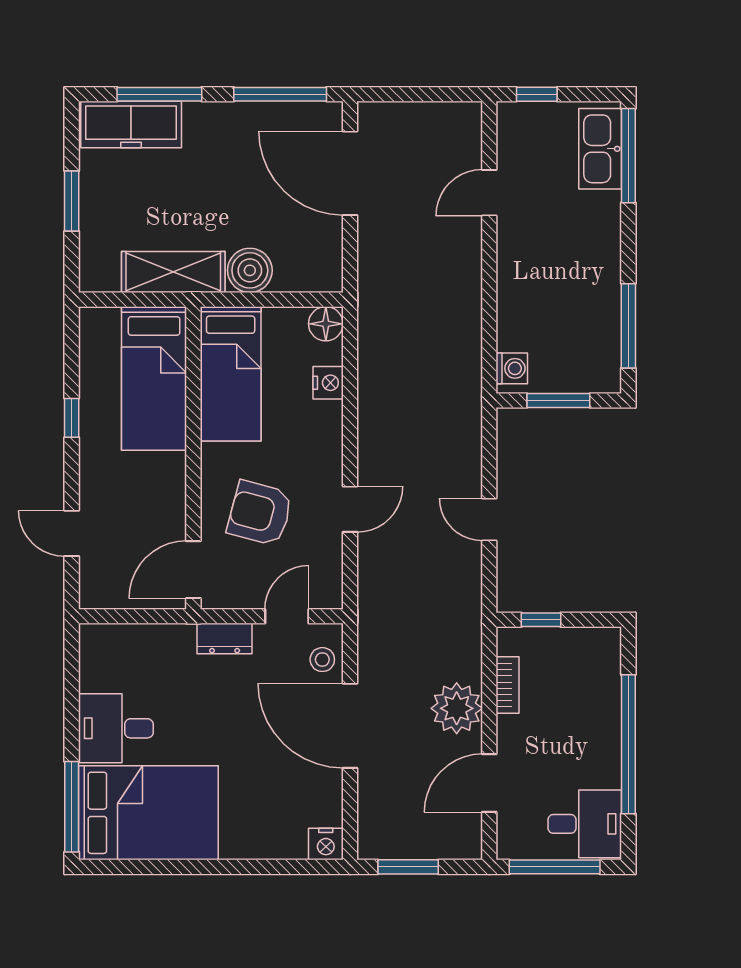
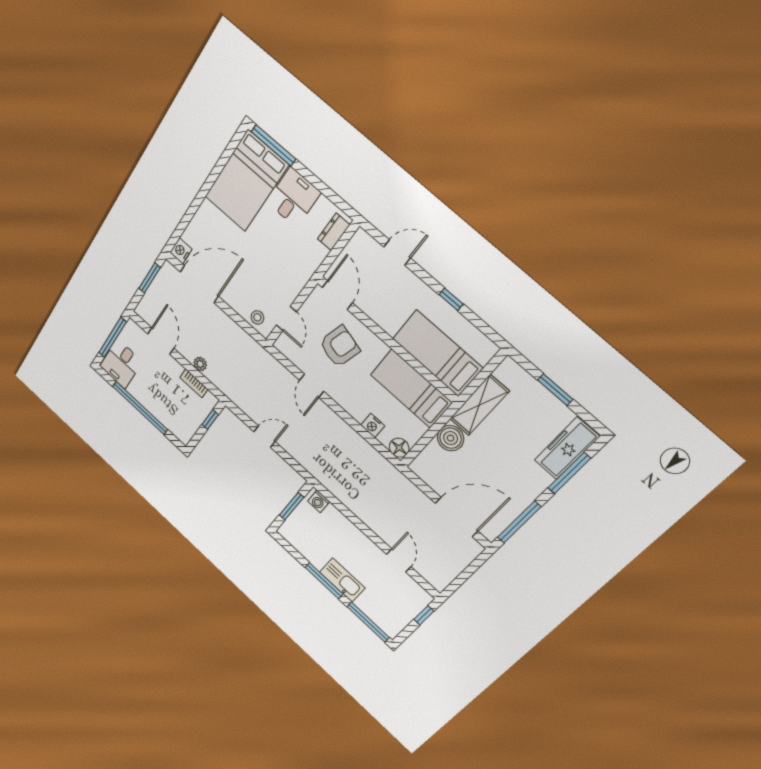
kitchen sink: (600, 149) -> (342, 580), moved
window: (628, 326) -> (324, 581), moved
dresser: (225, 639) -> (334, 232), moved
plant: (457, 708) -> (200, 364), width x0.53, depth x0.53
door: (350, 726) -> (199, 284), moved

